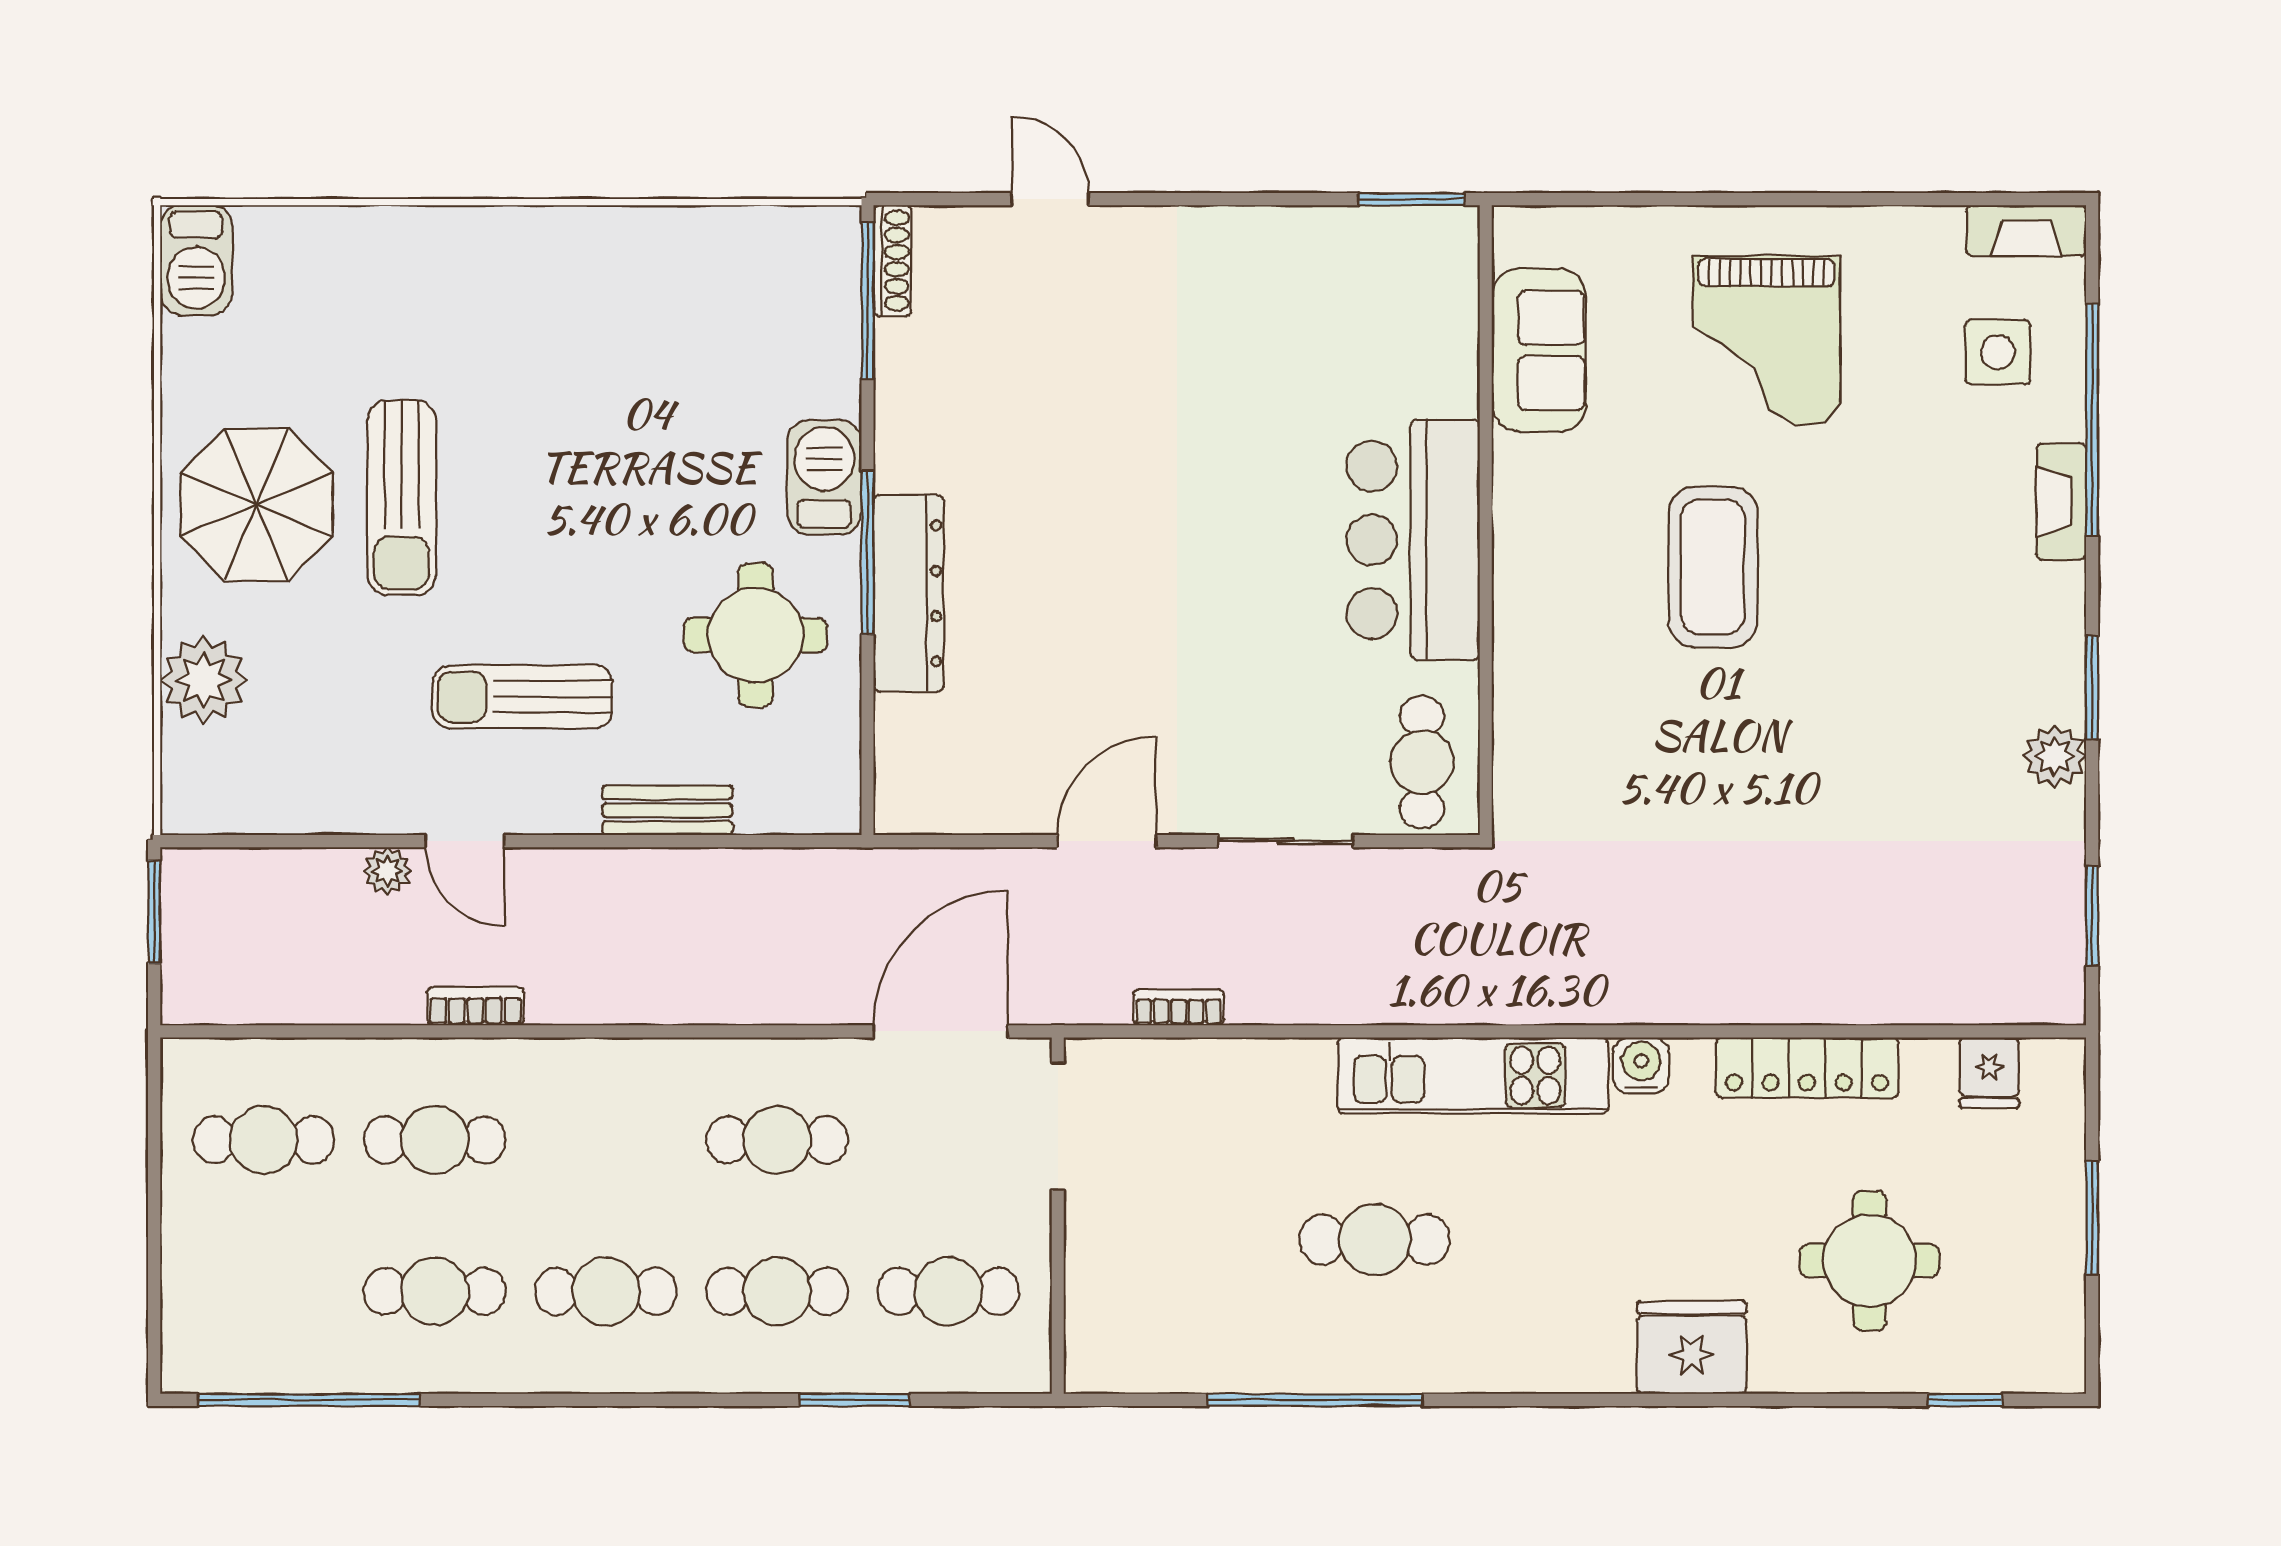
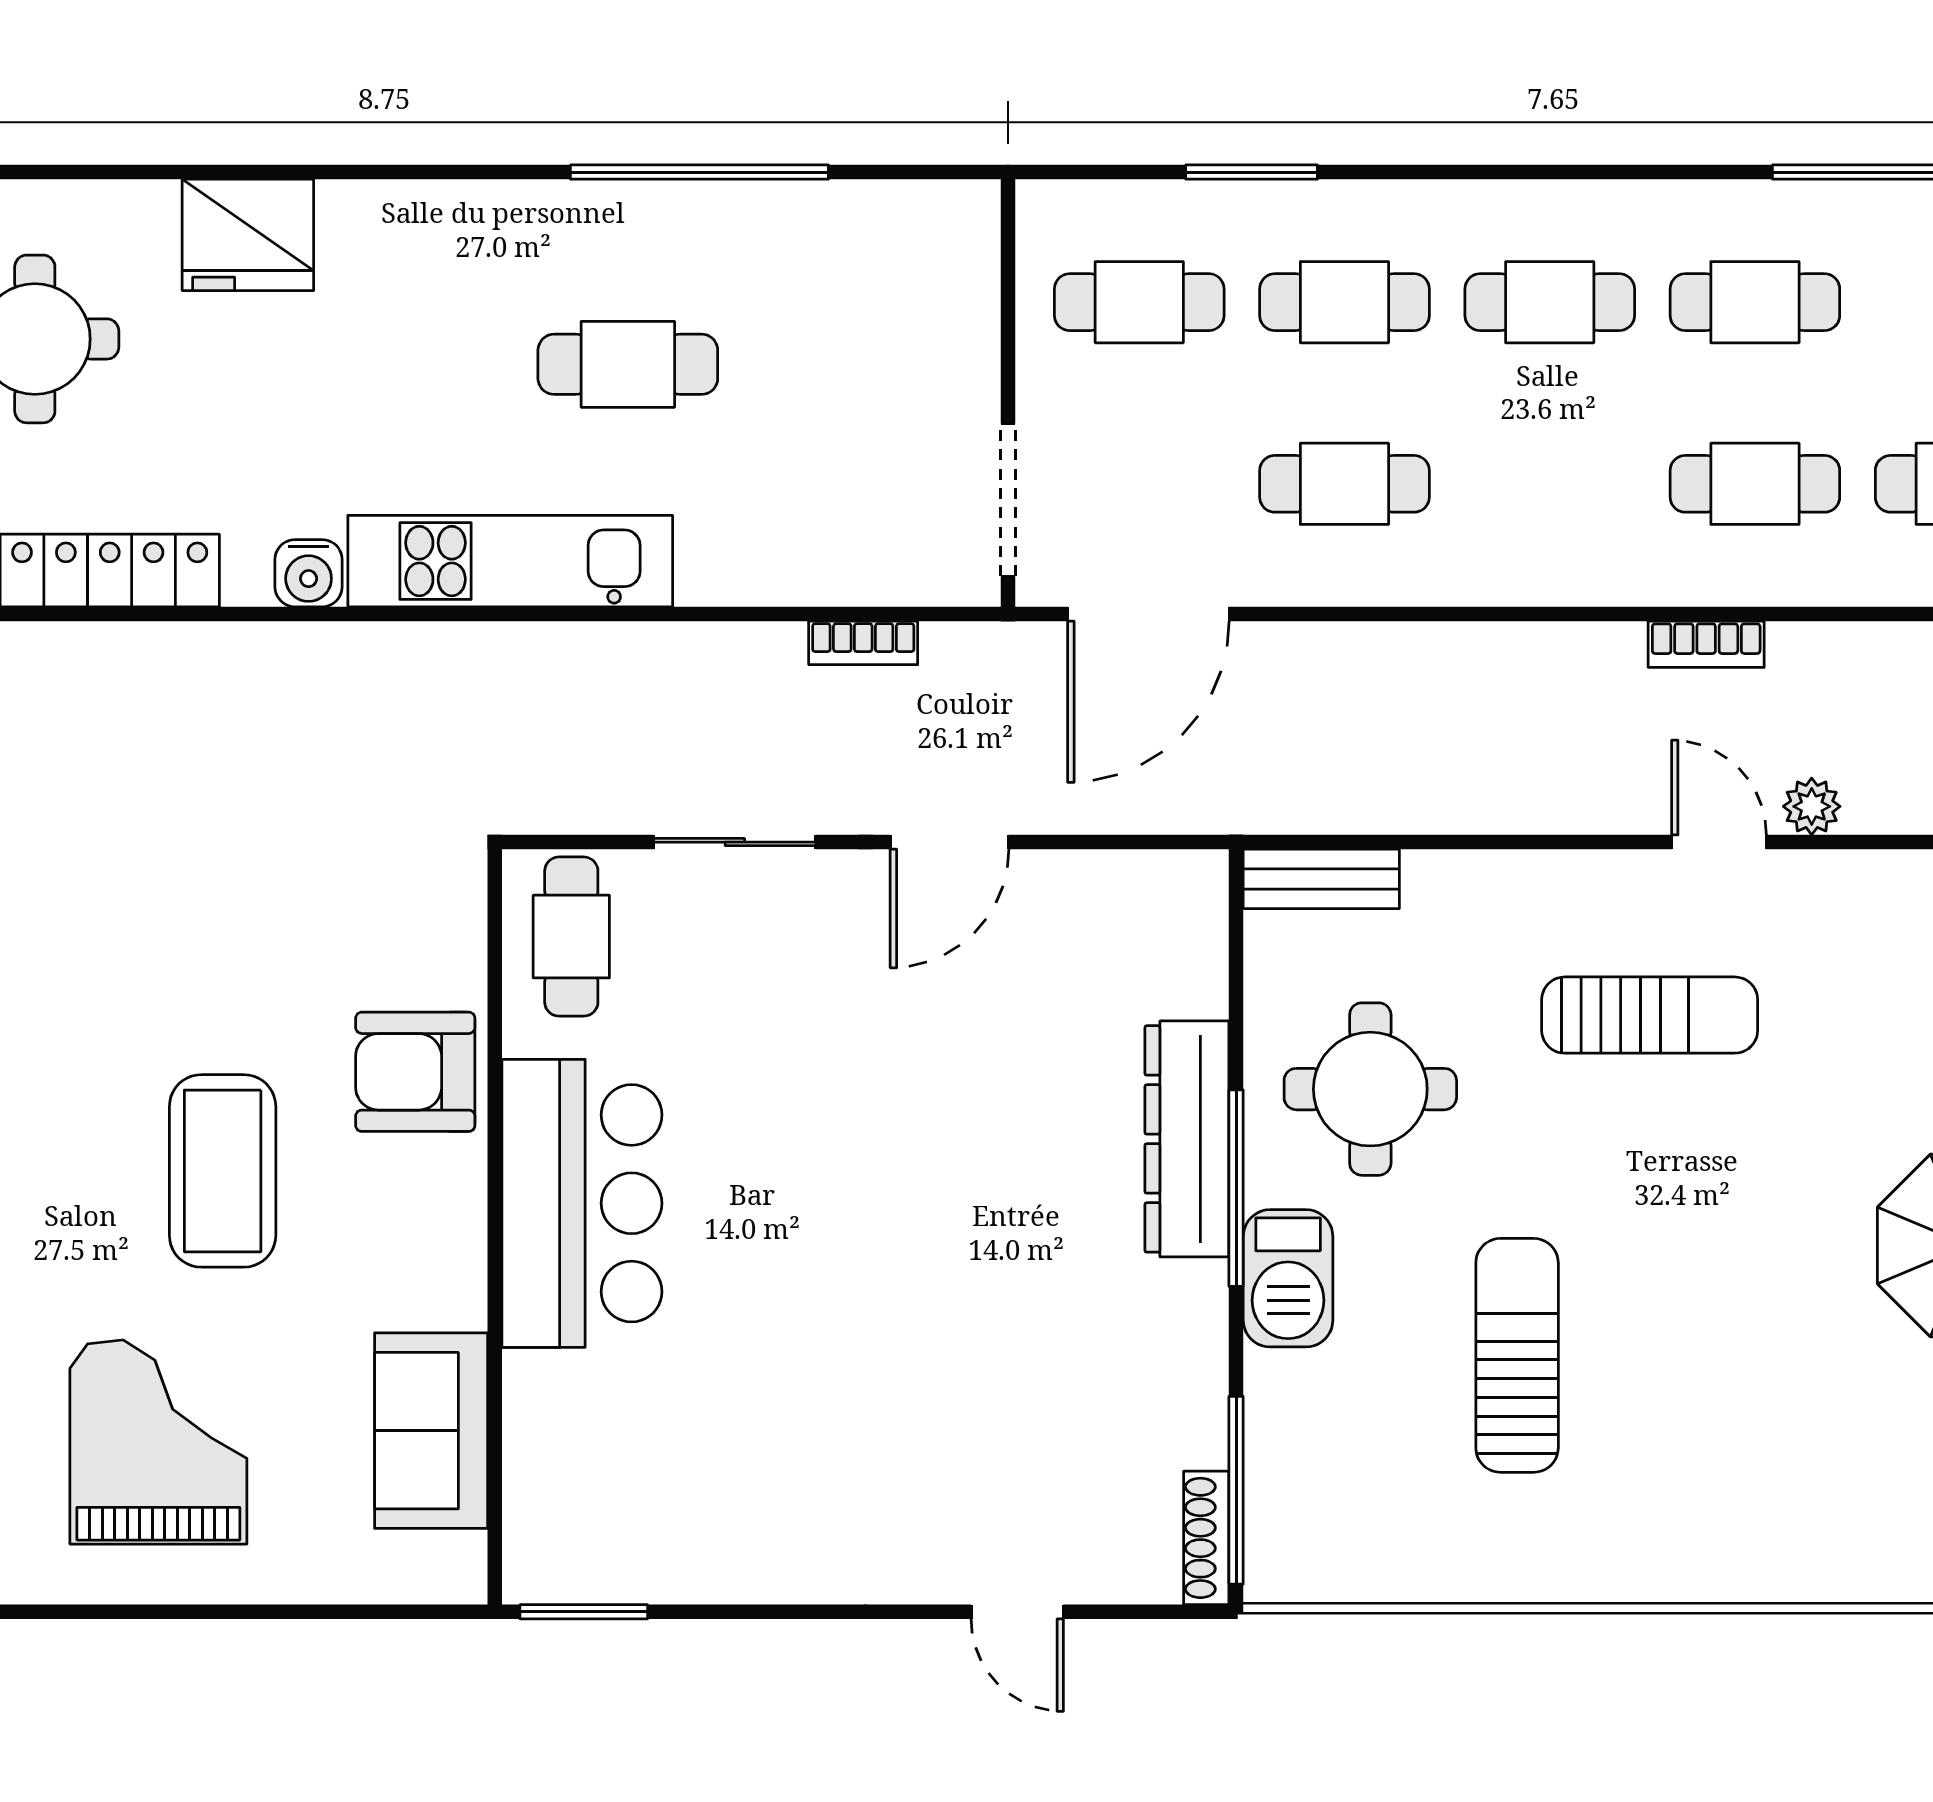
sun lounger: (402, 498) -> (1517, 1355), moved
armchair: (1552, 649) -> (415, 1072), added
bench: (667, 810) -> (1321, 879), moved

